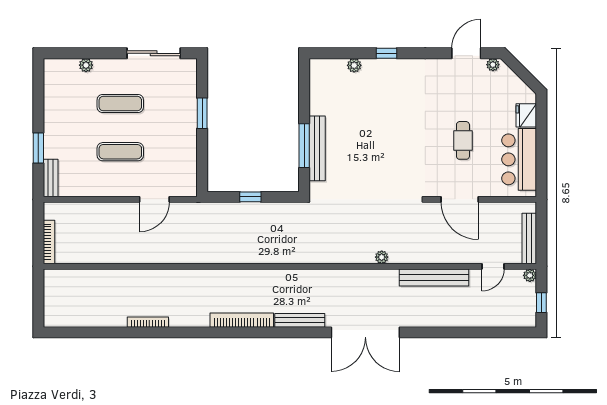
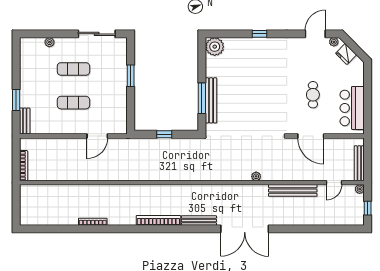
plant: (354, 65) -> (215, 47), moved, width x1.88, depth x1.88
fridge: (526, 115) -> (346, 54), moved, turned -45

